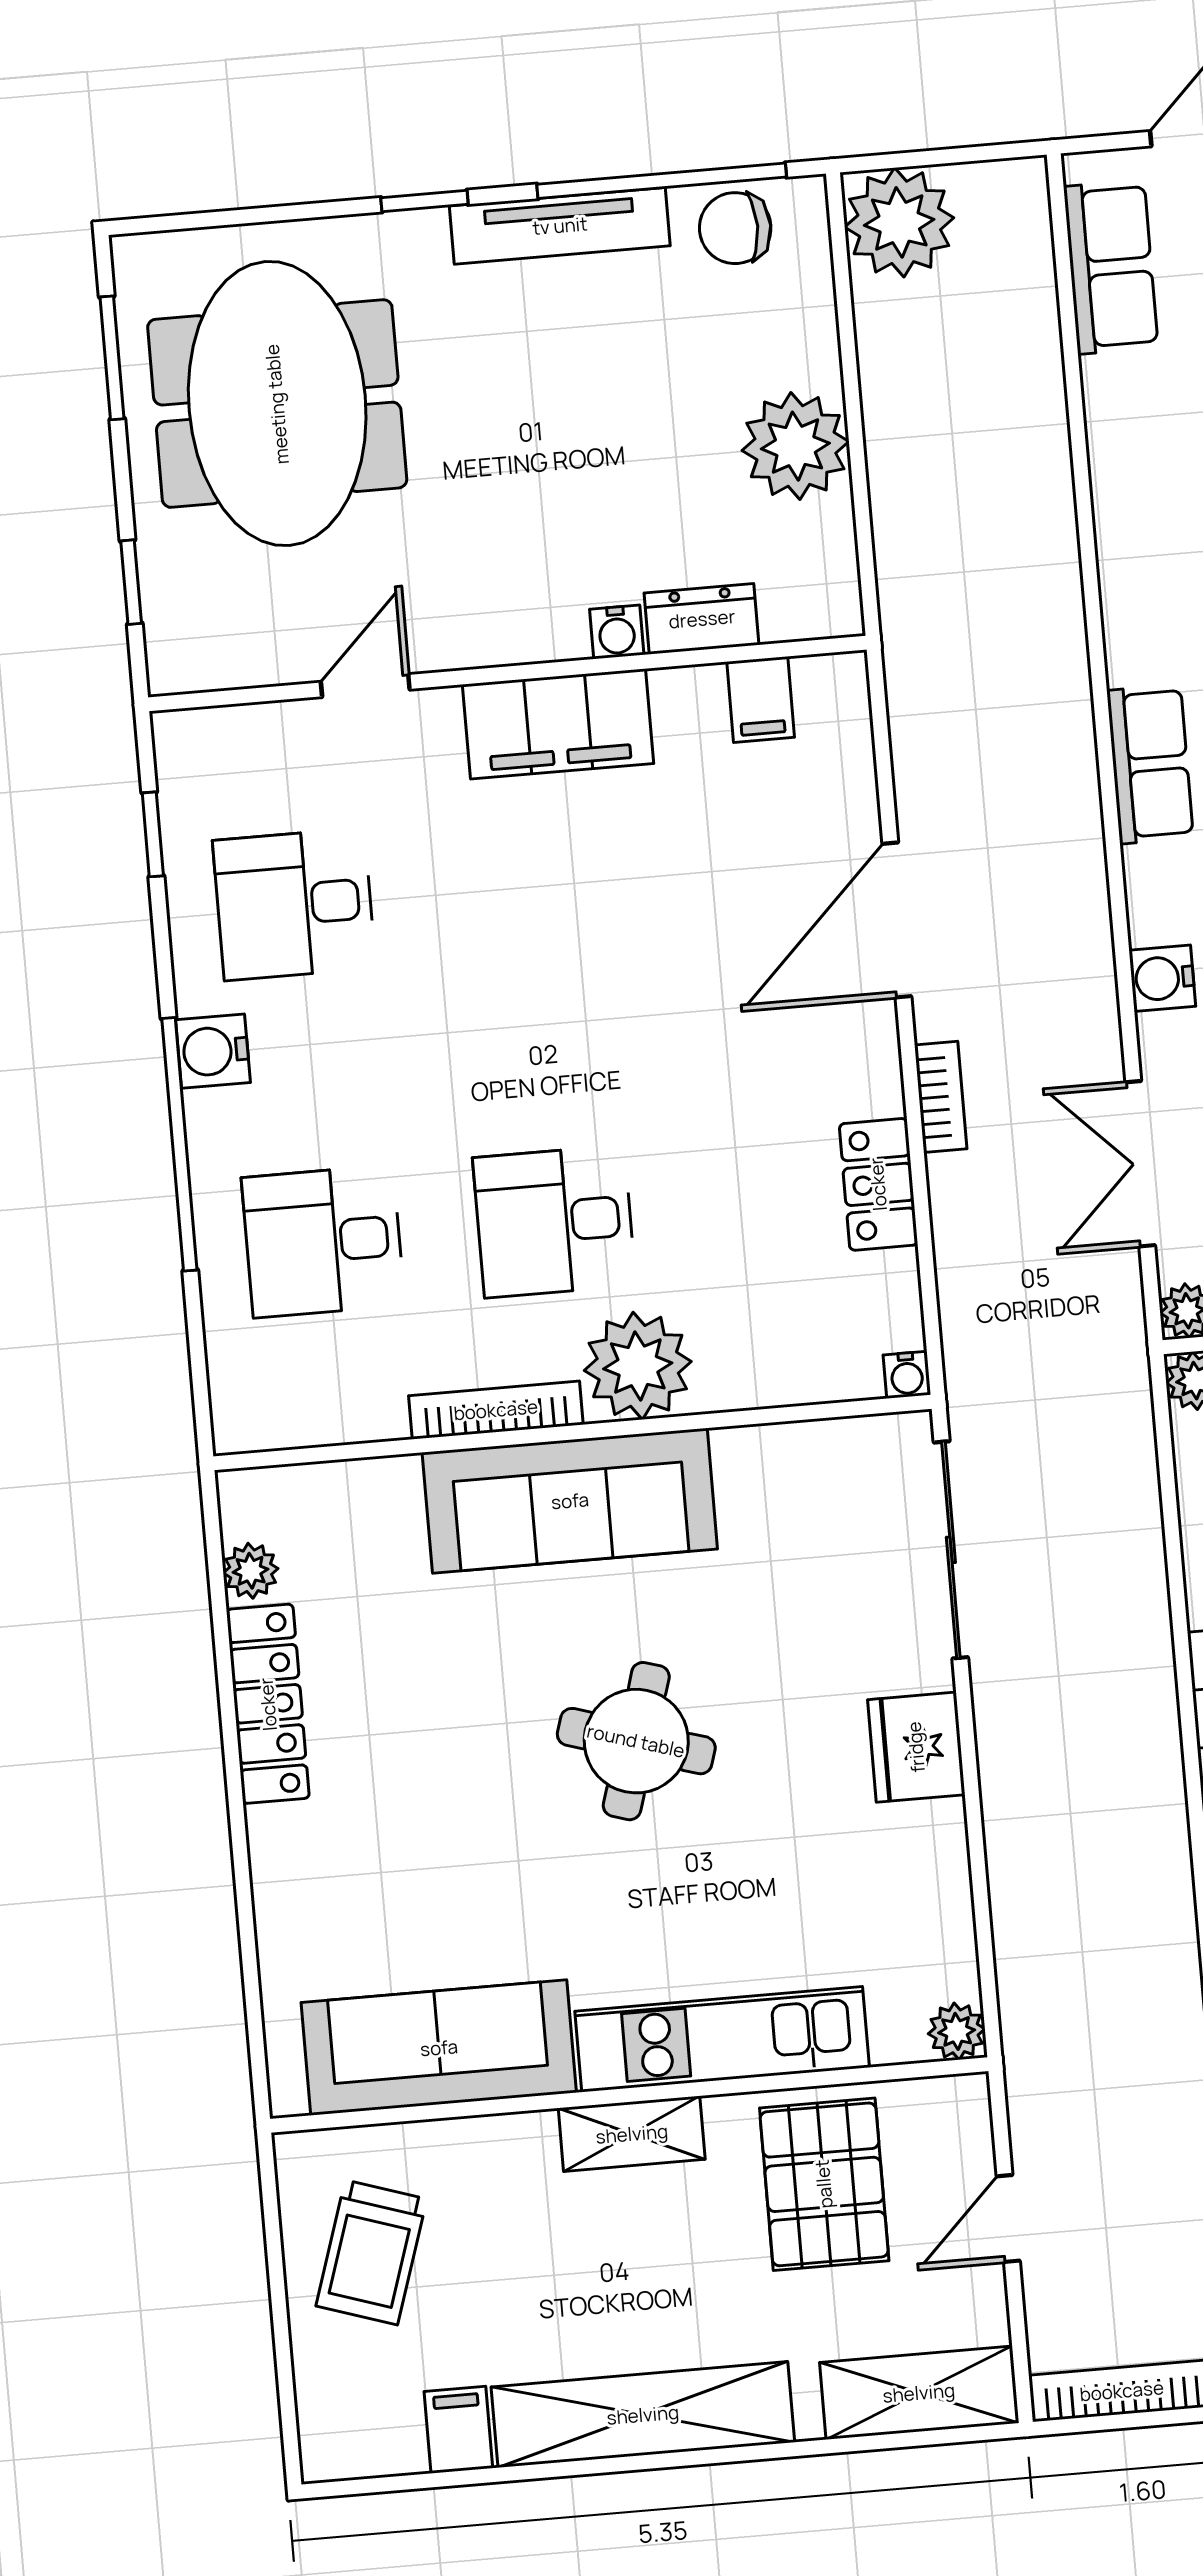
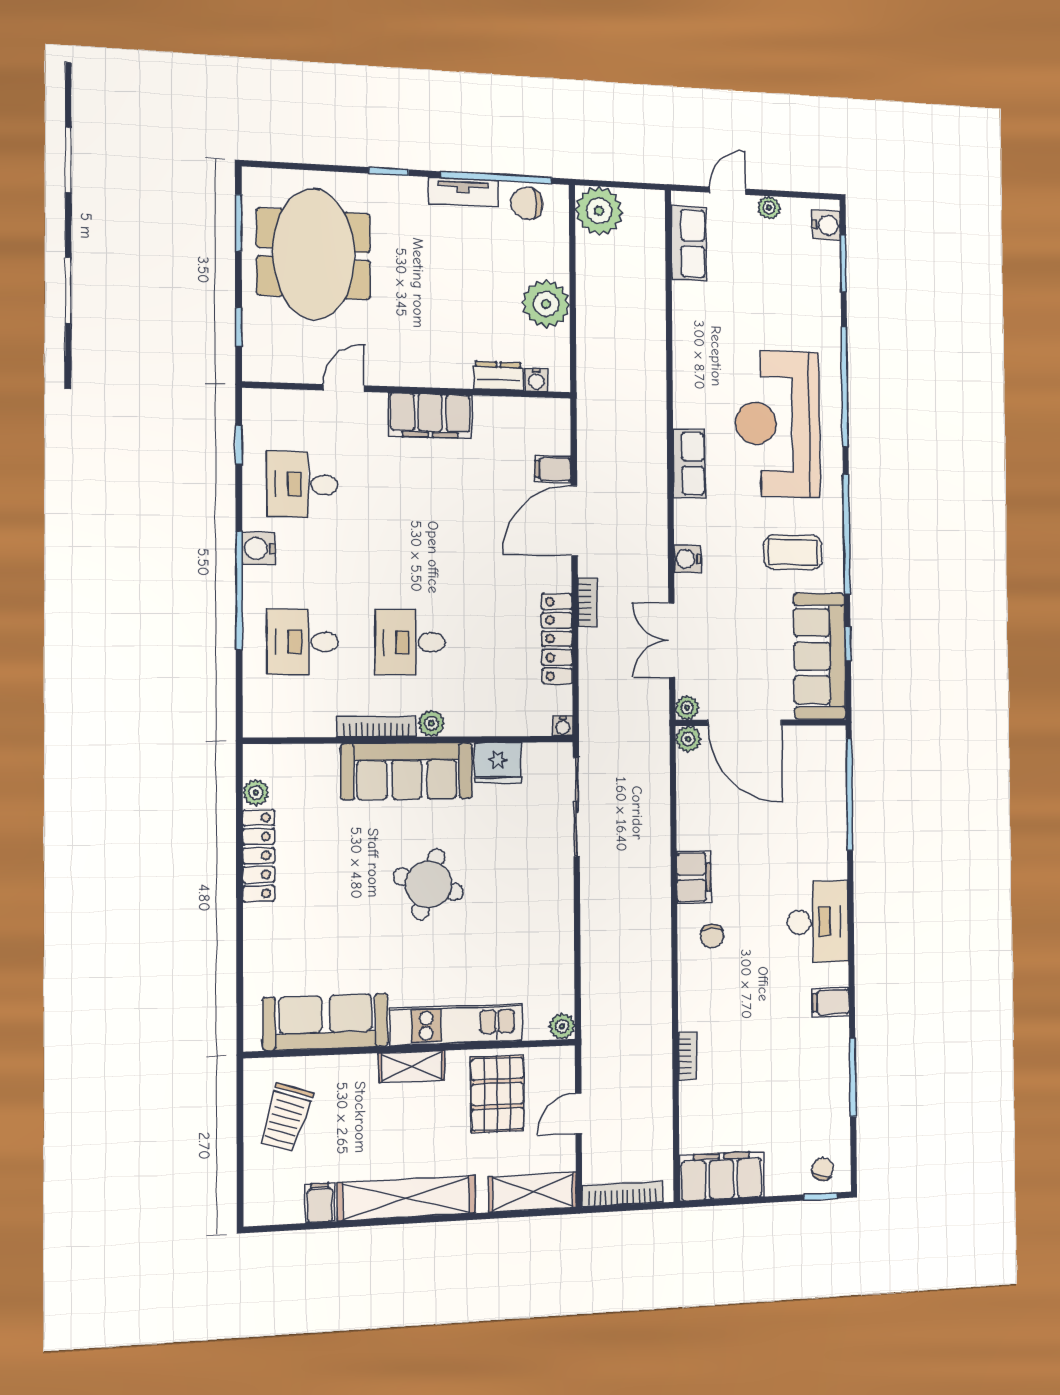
tv unit: (560, 226) -> (463, 192), width x0.71
water cooler: (617, 632) -> (536, 380), moved
filing cabinet: (761, 700) -> (553, 469), moved, turned 90
locker: (878, 1184) -> (557, 639), width x1.53
plant: (638, 1366) -> (431, 723), width x0.53, depth x0.53
fridge: (916, 1747) -> (498, 763), moved, turned -90

